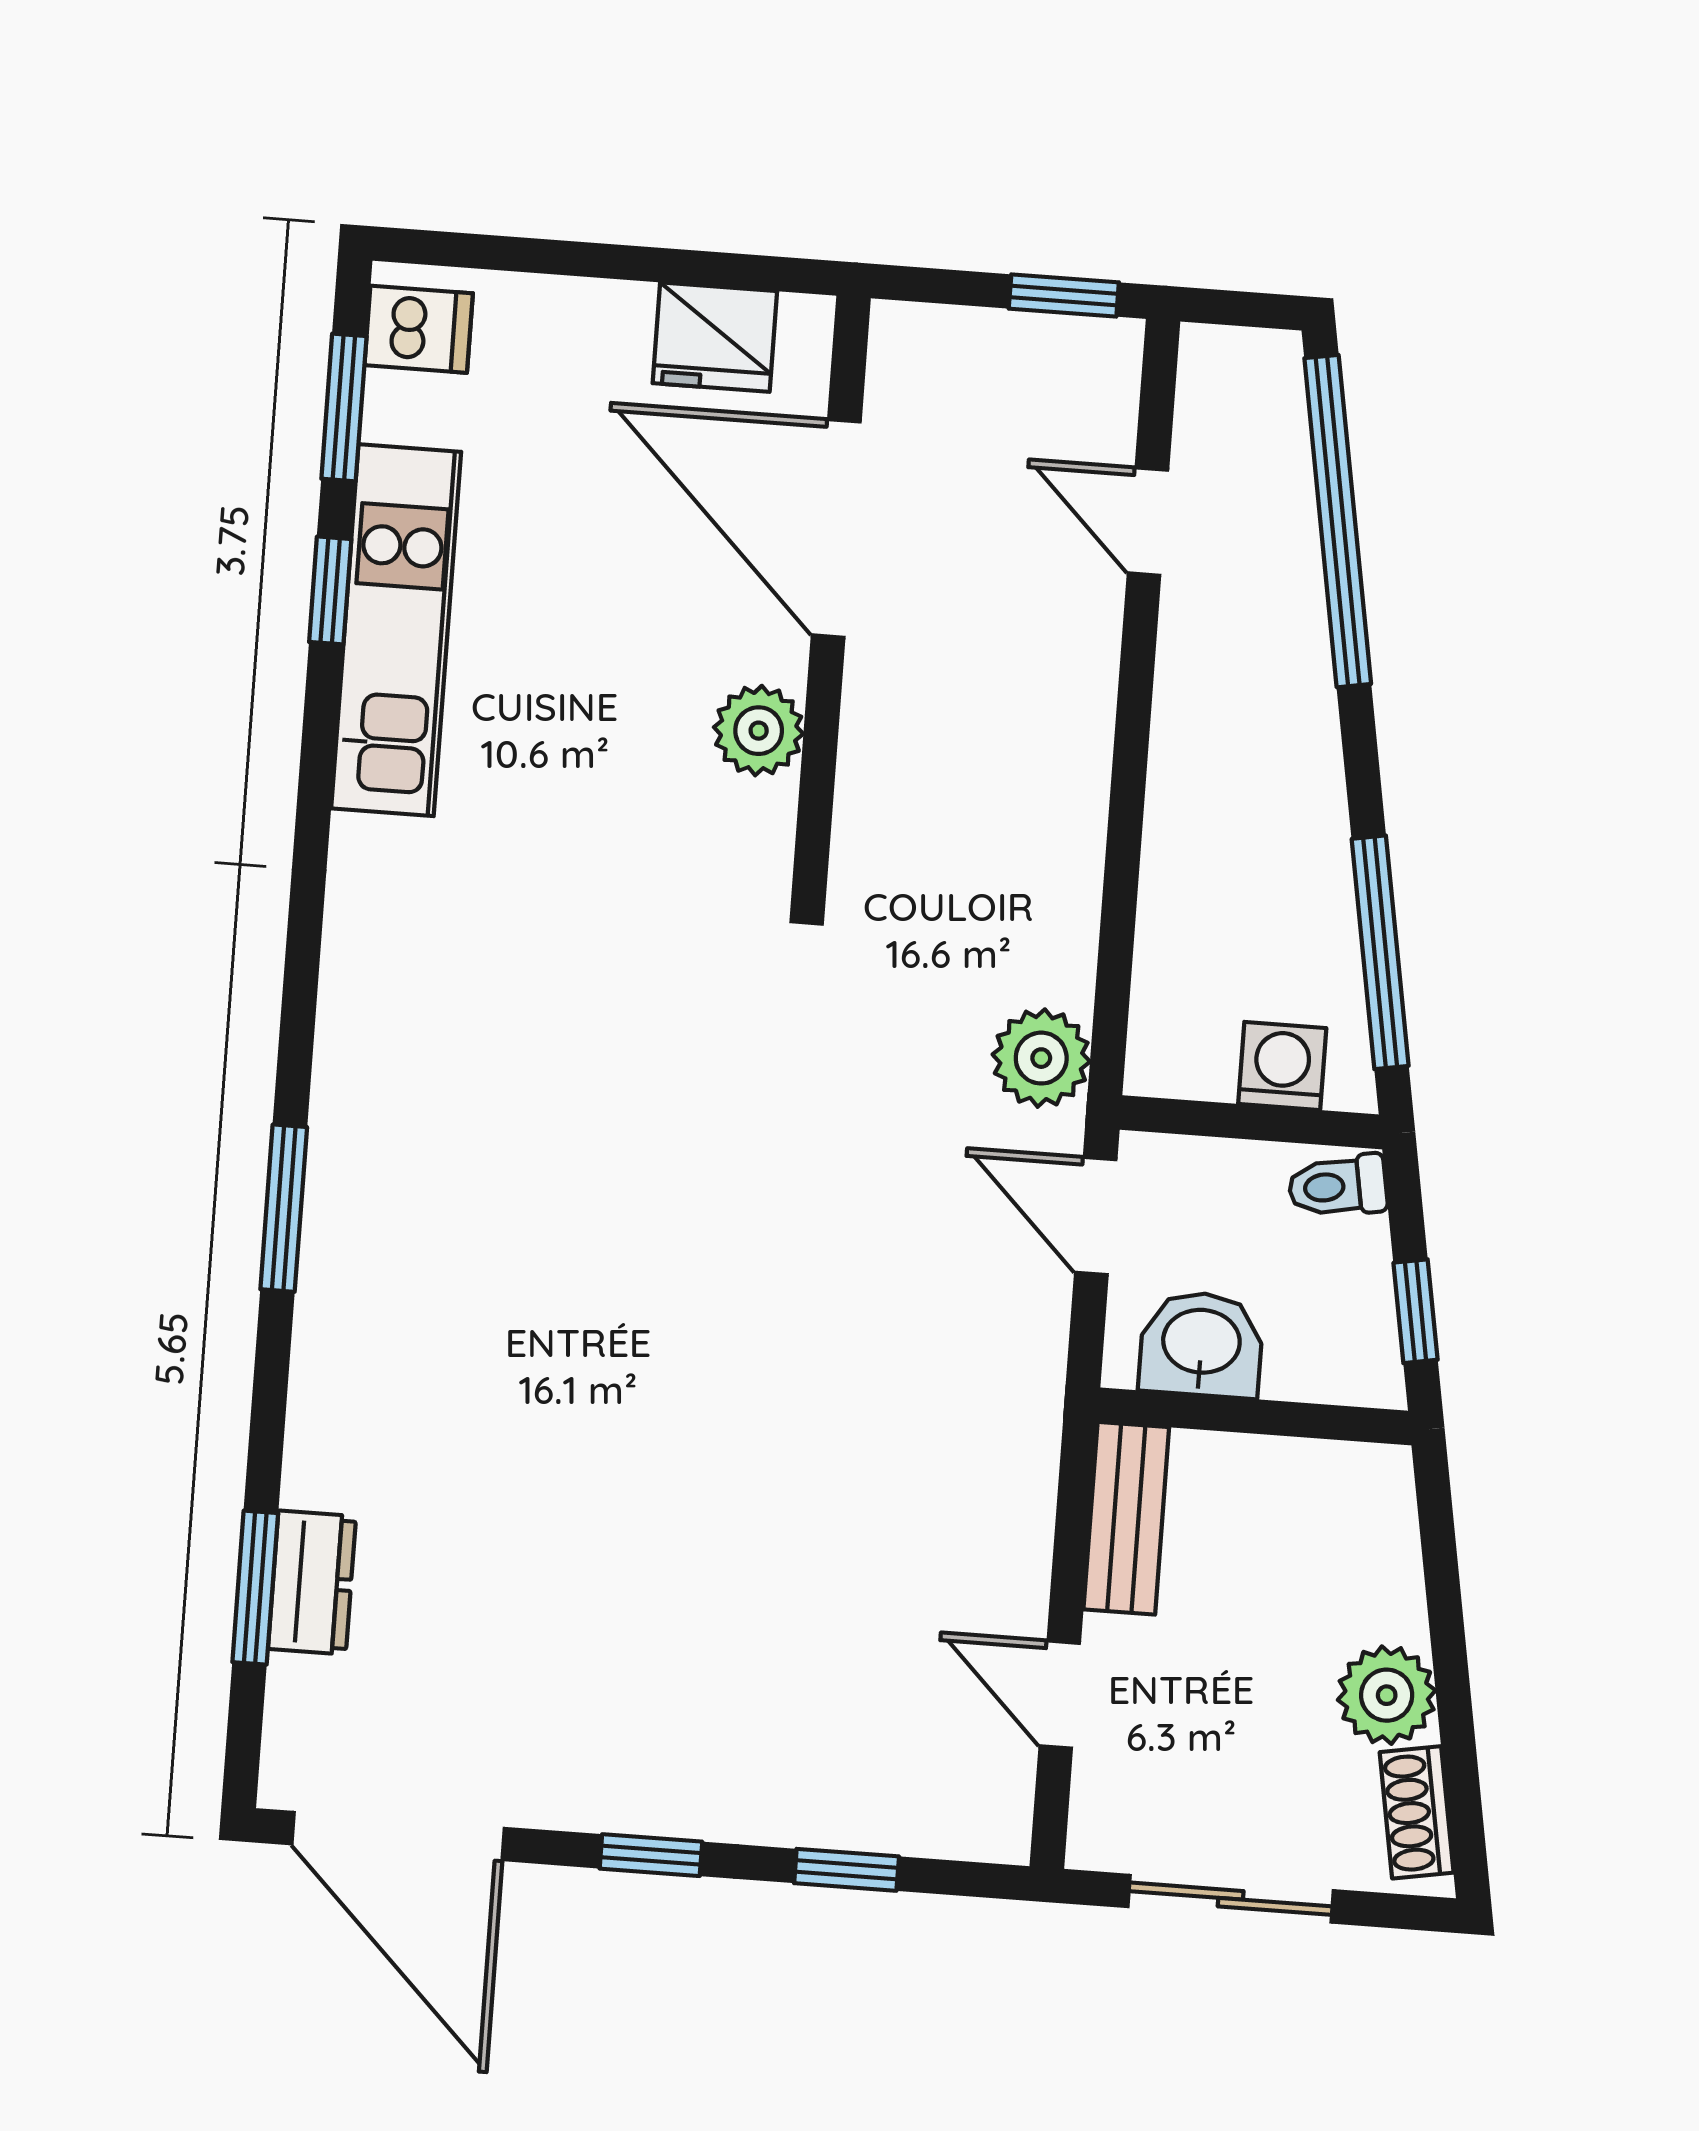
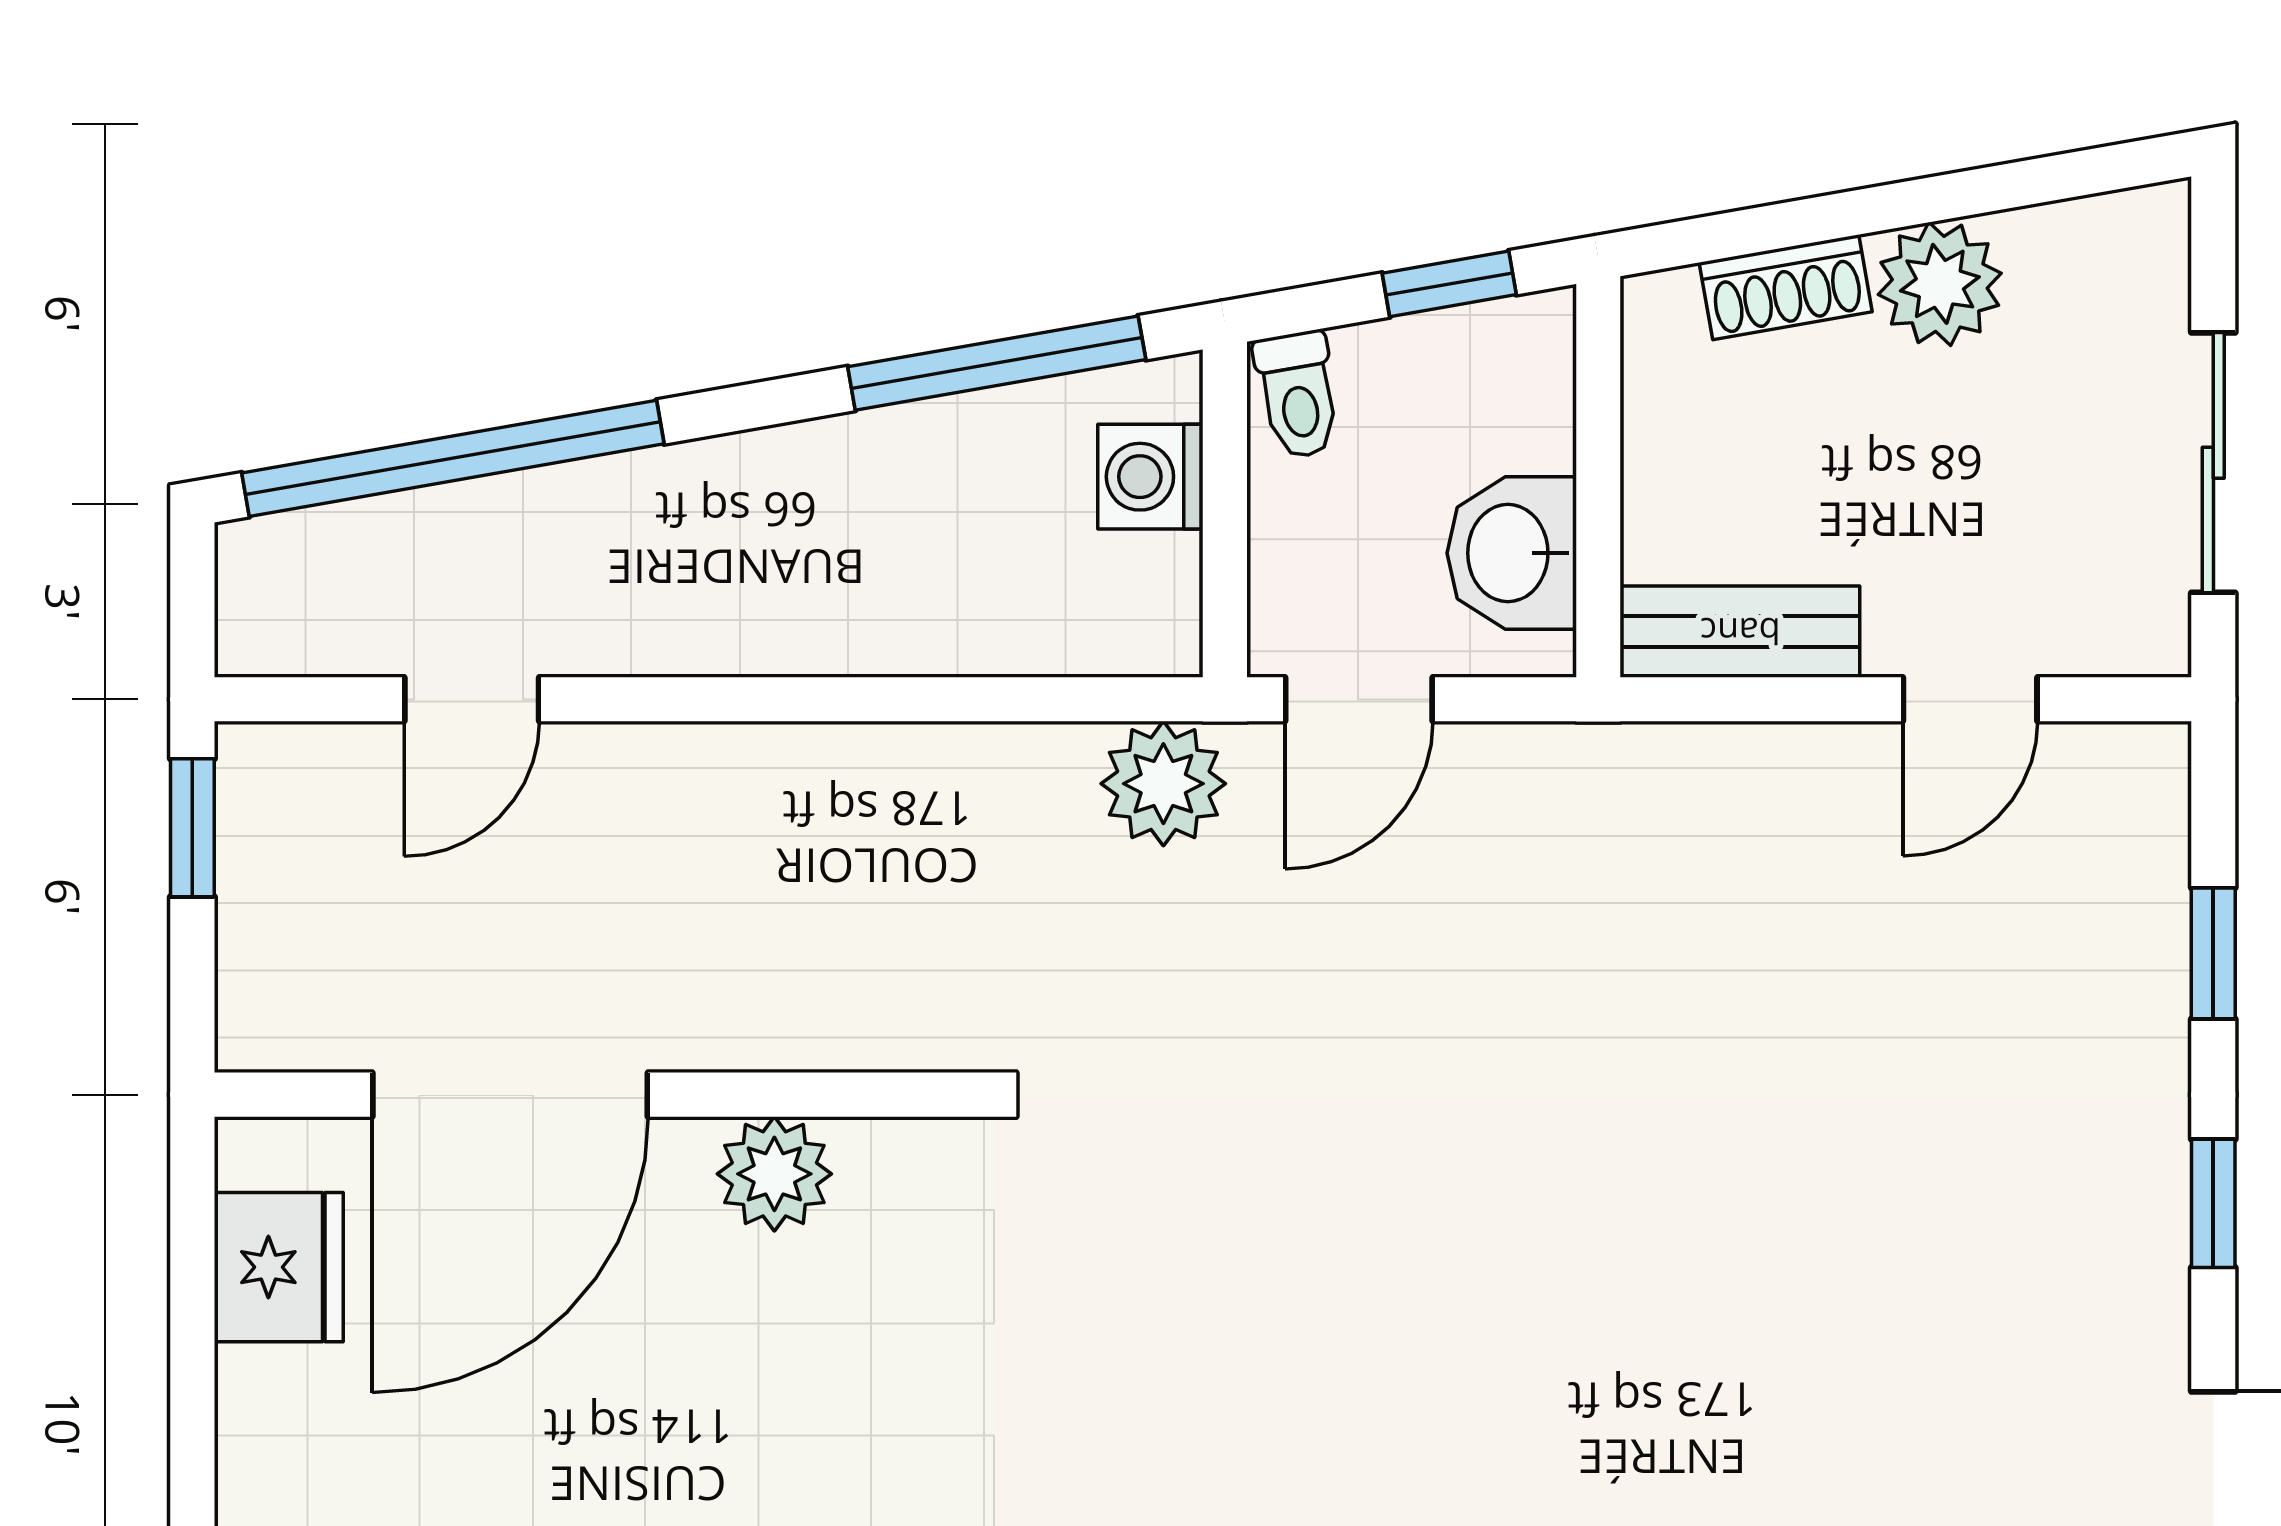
shoe rack: (1417, 1812) -> (1786, 287), moved

